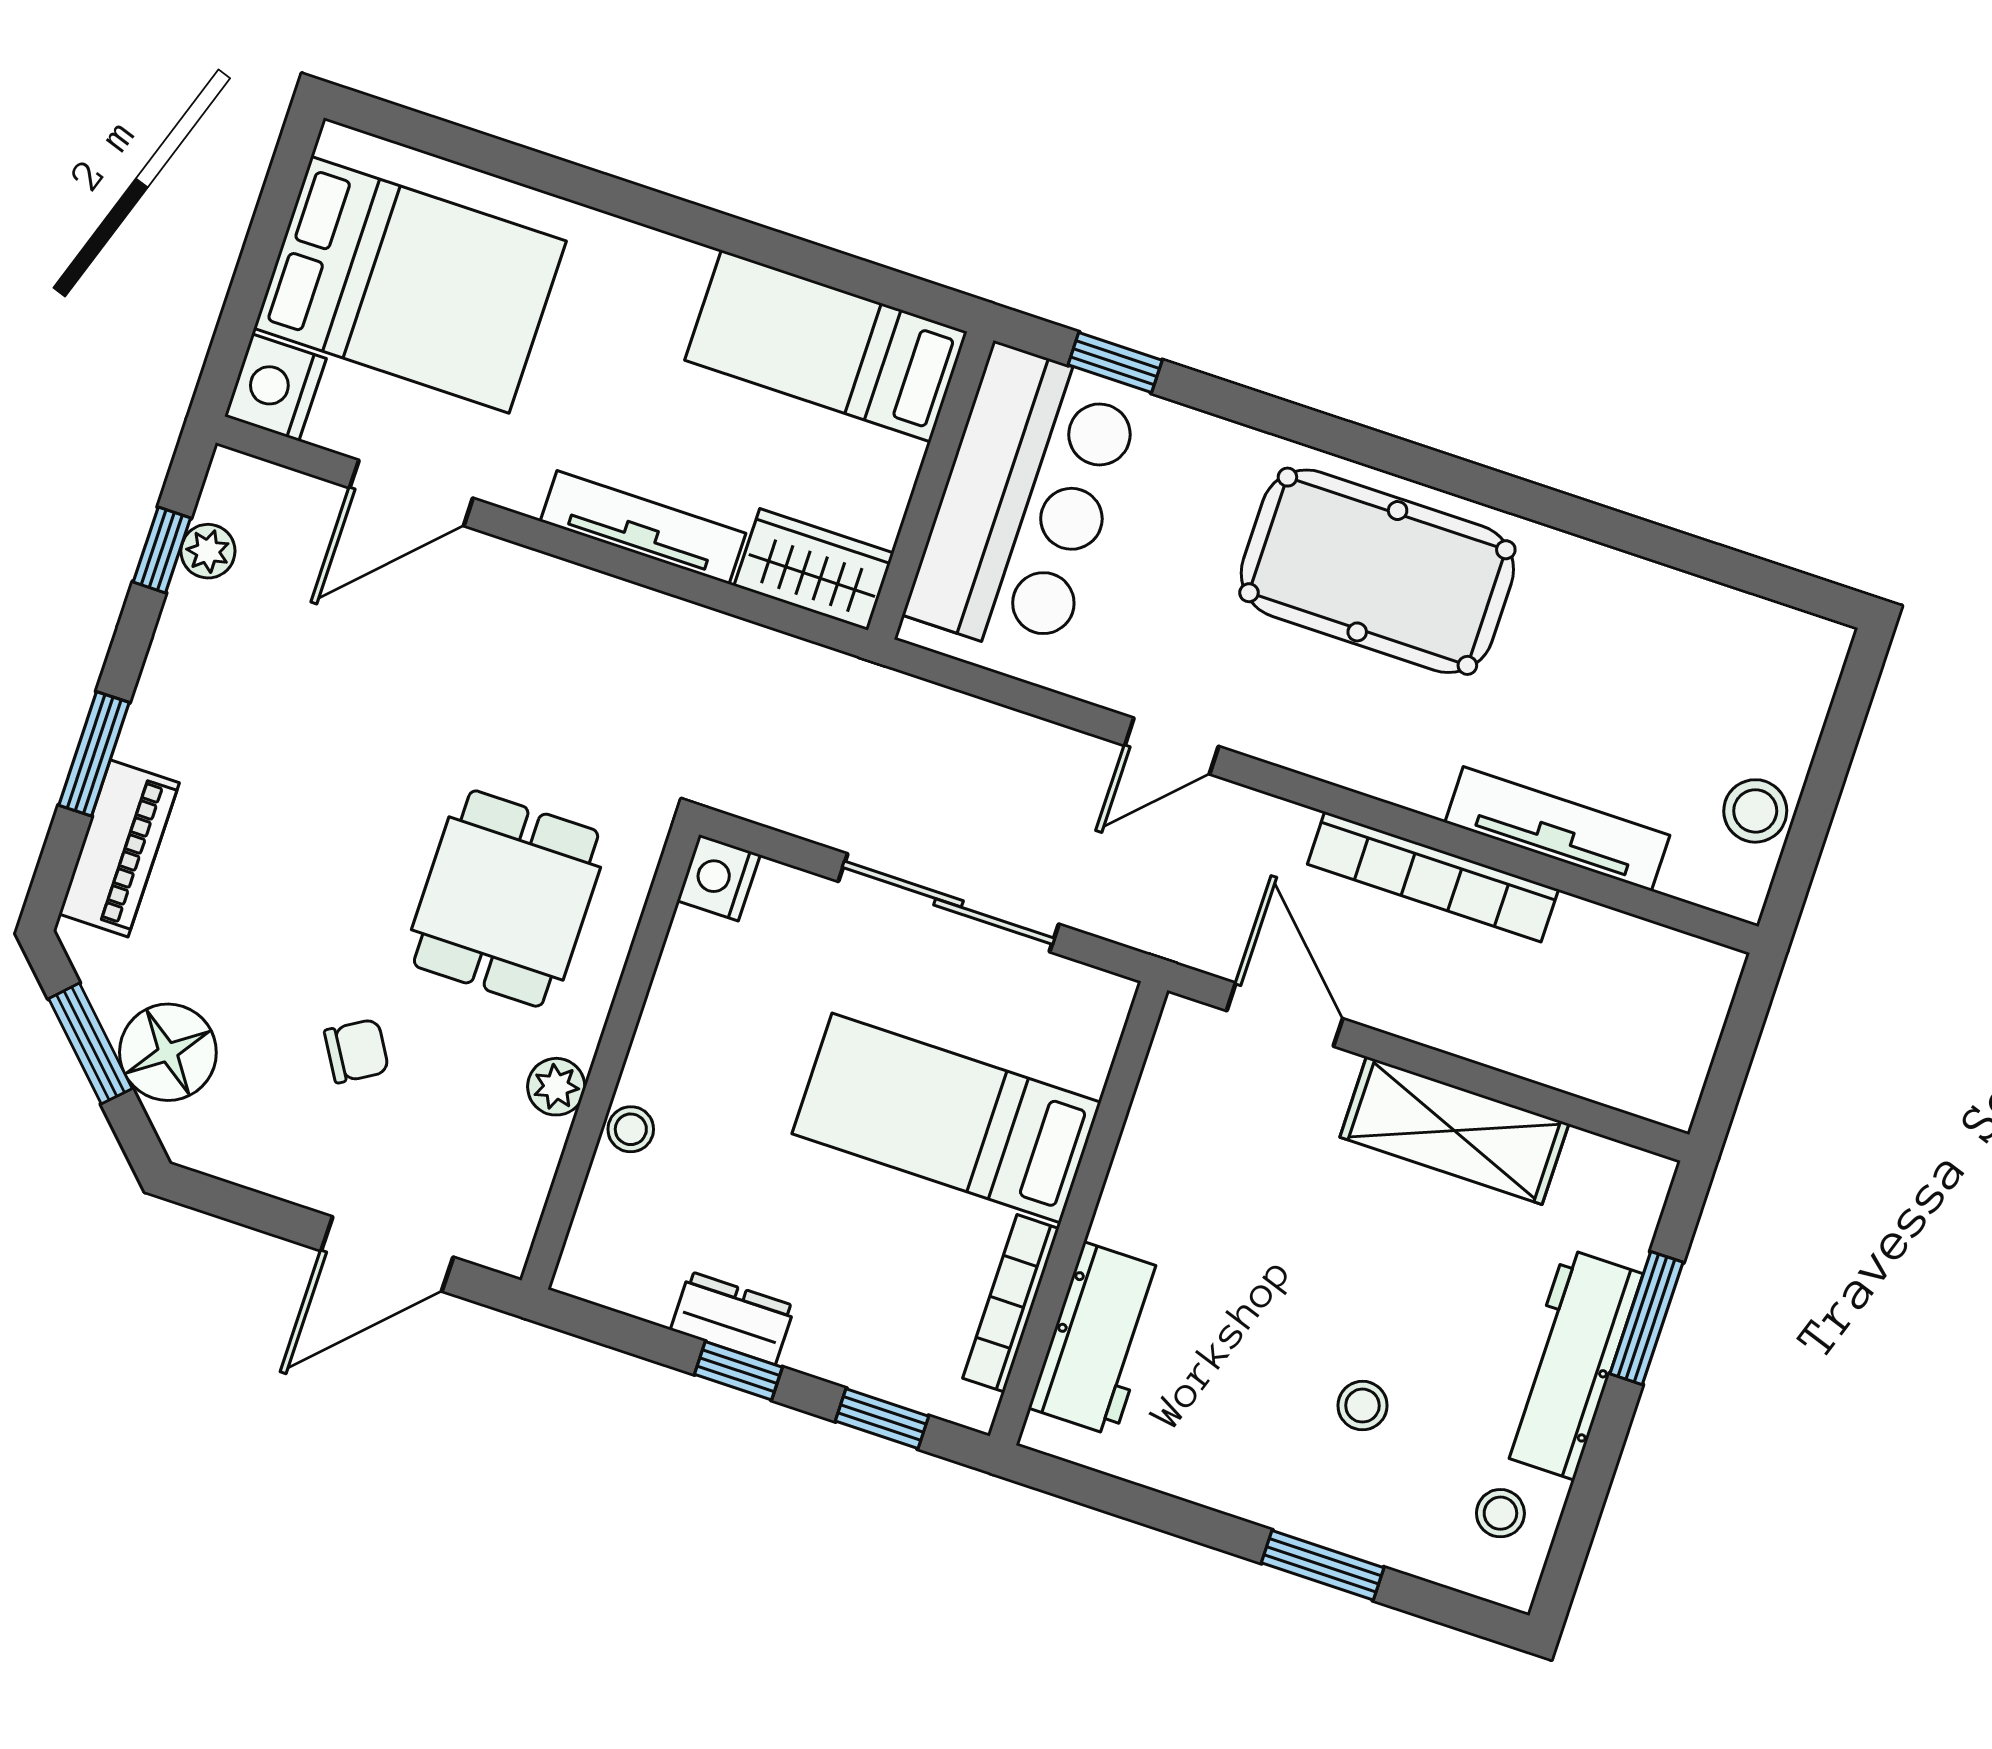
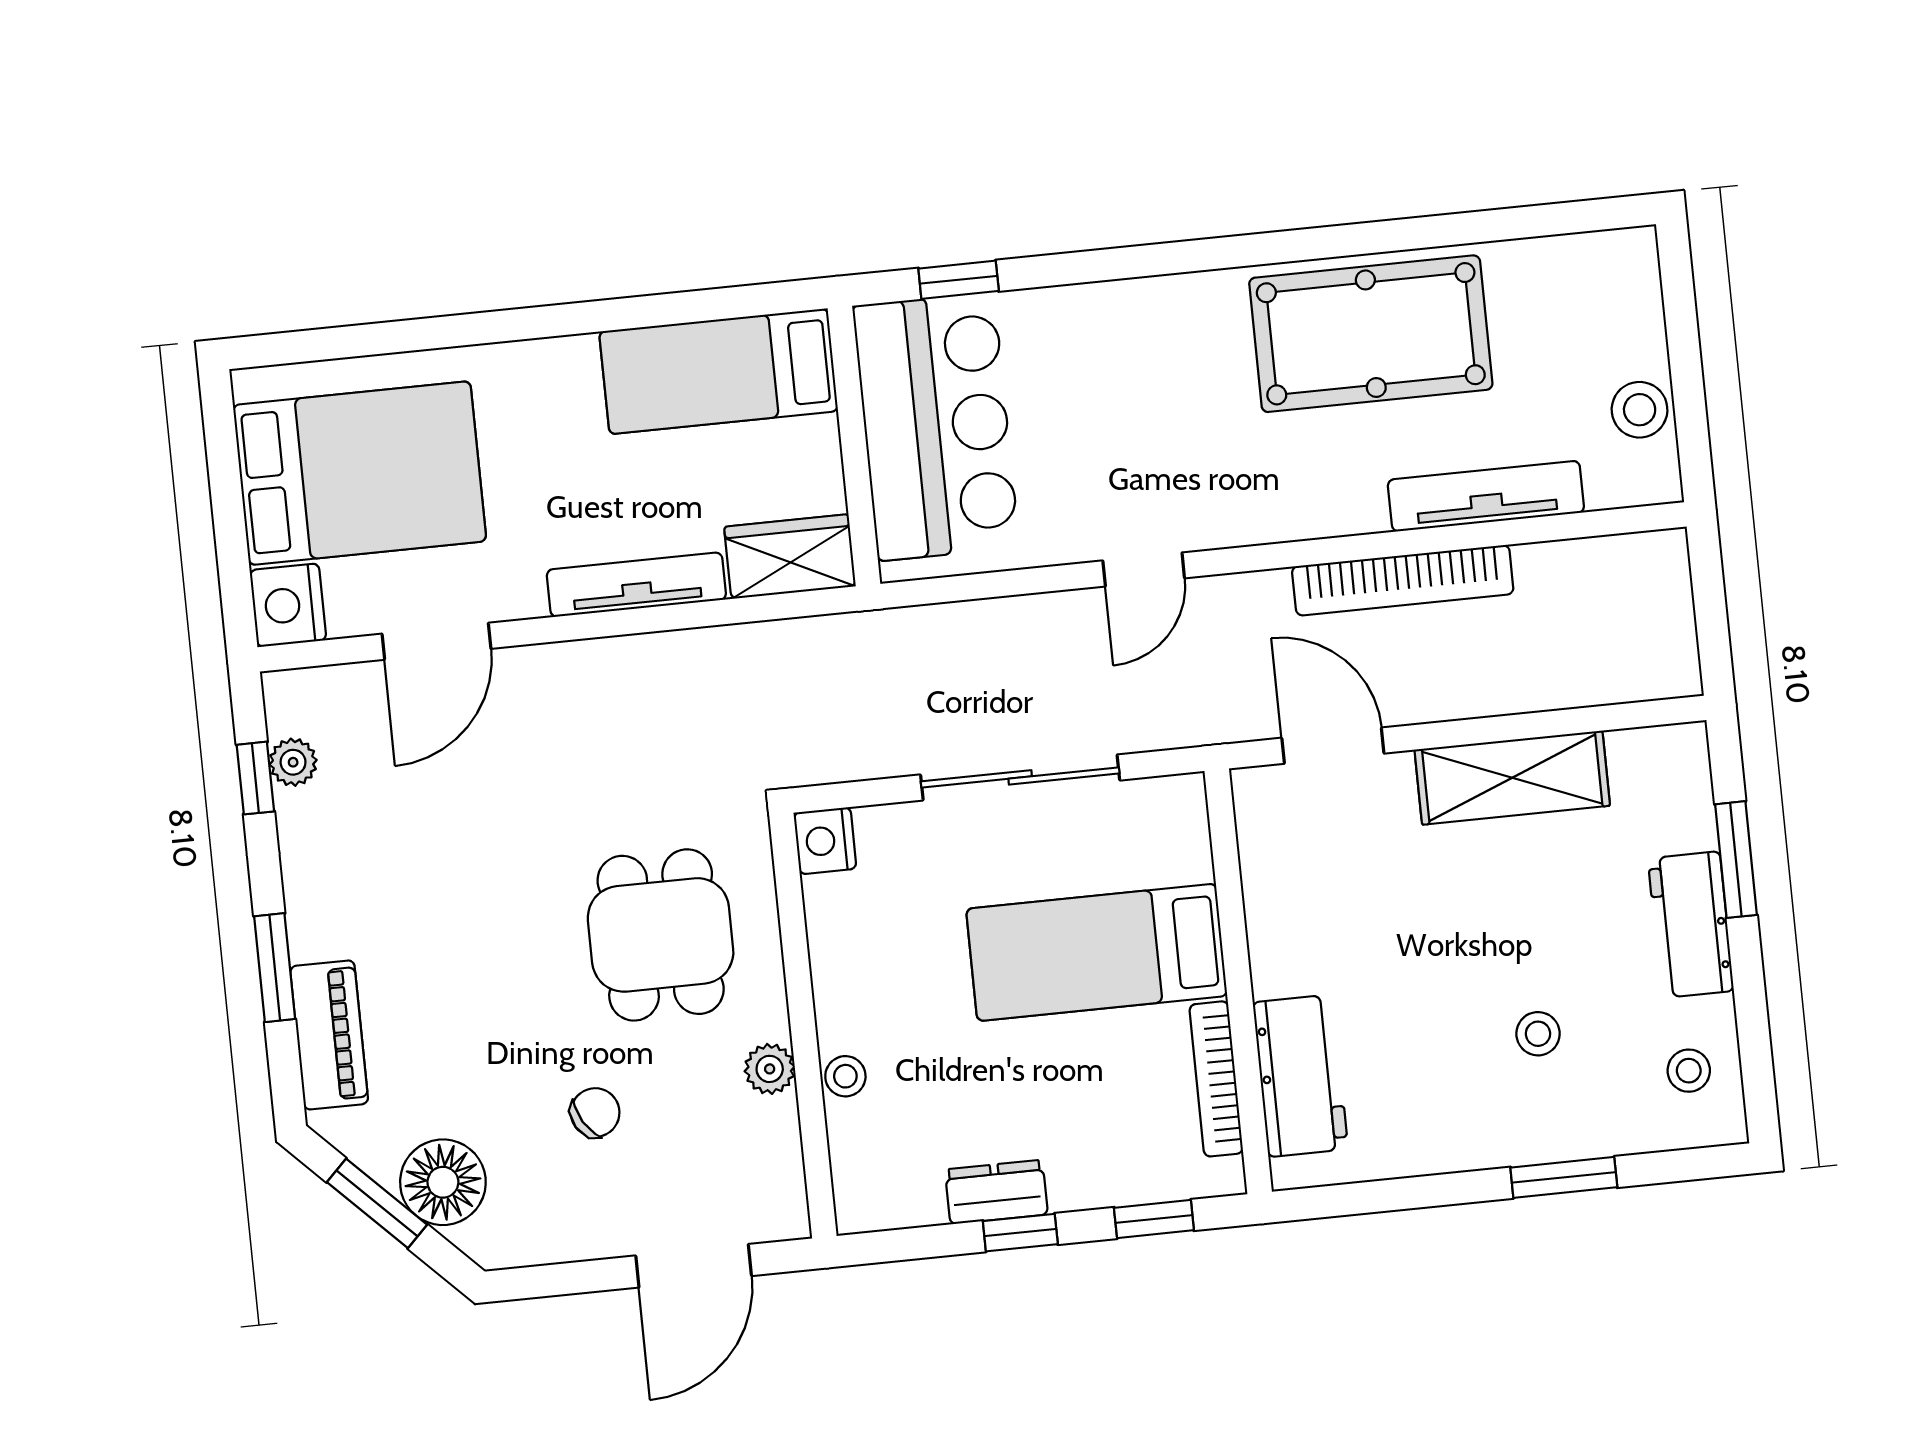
pool table: (1377, 571) -> (1371, 334), moved
workbench: (1570, 1364) -> (1691, 925), width x0.73

